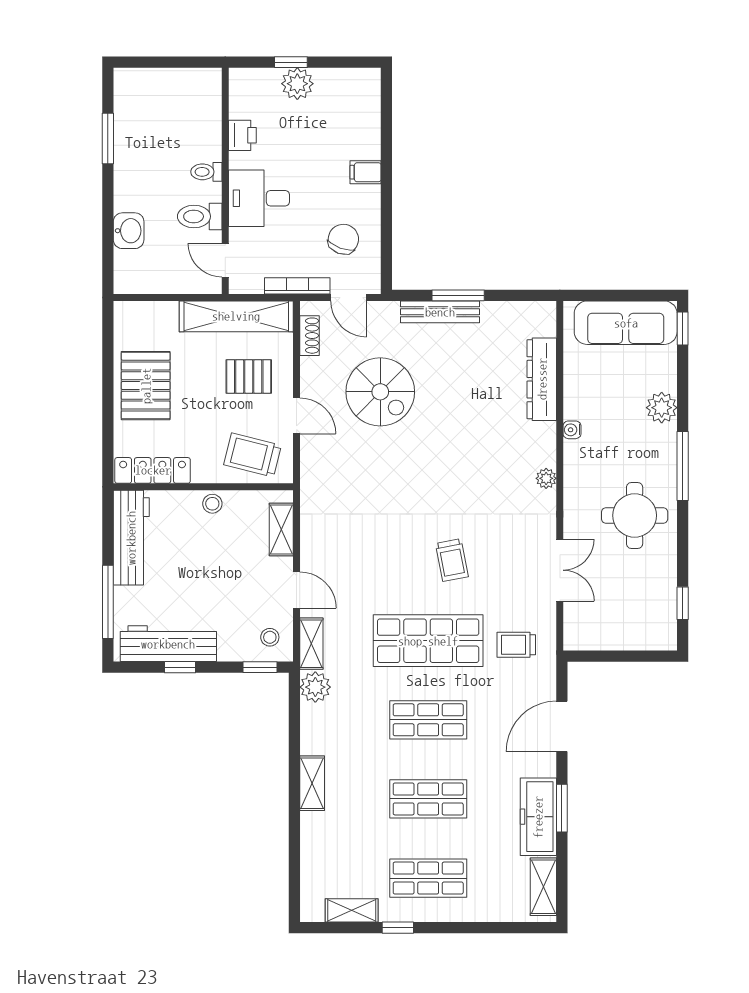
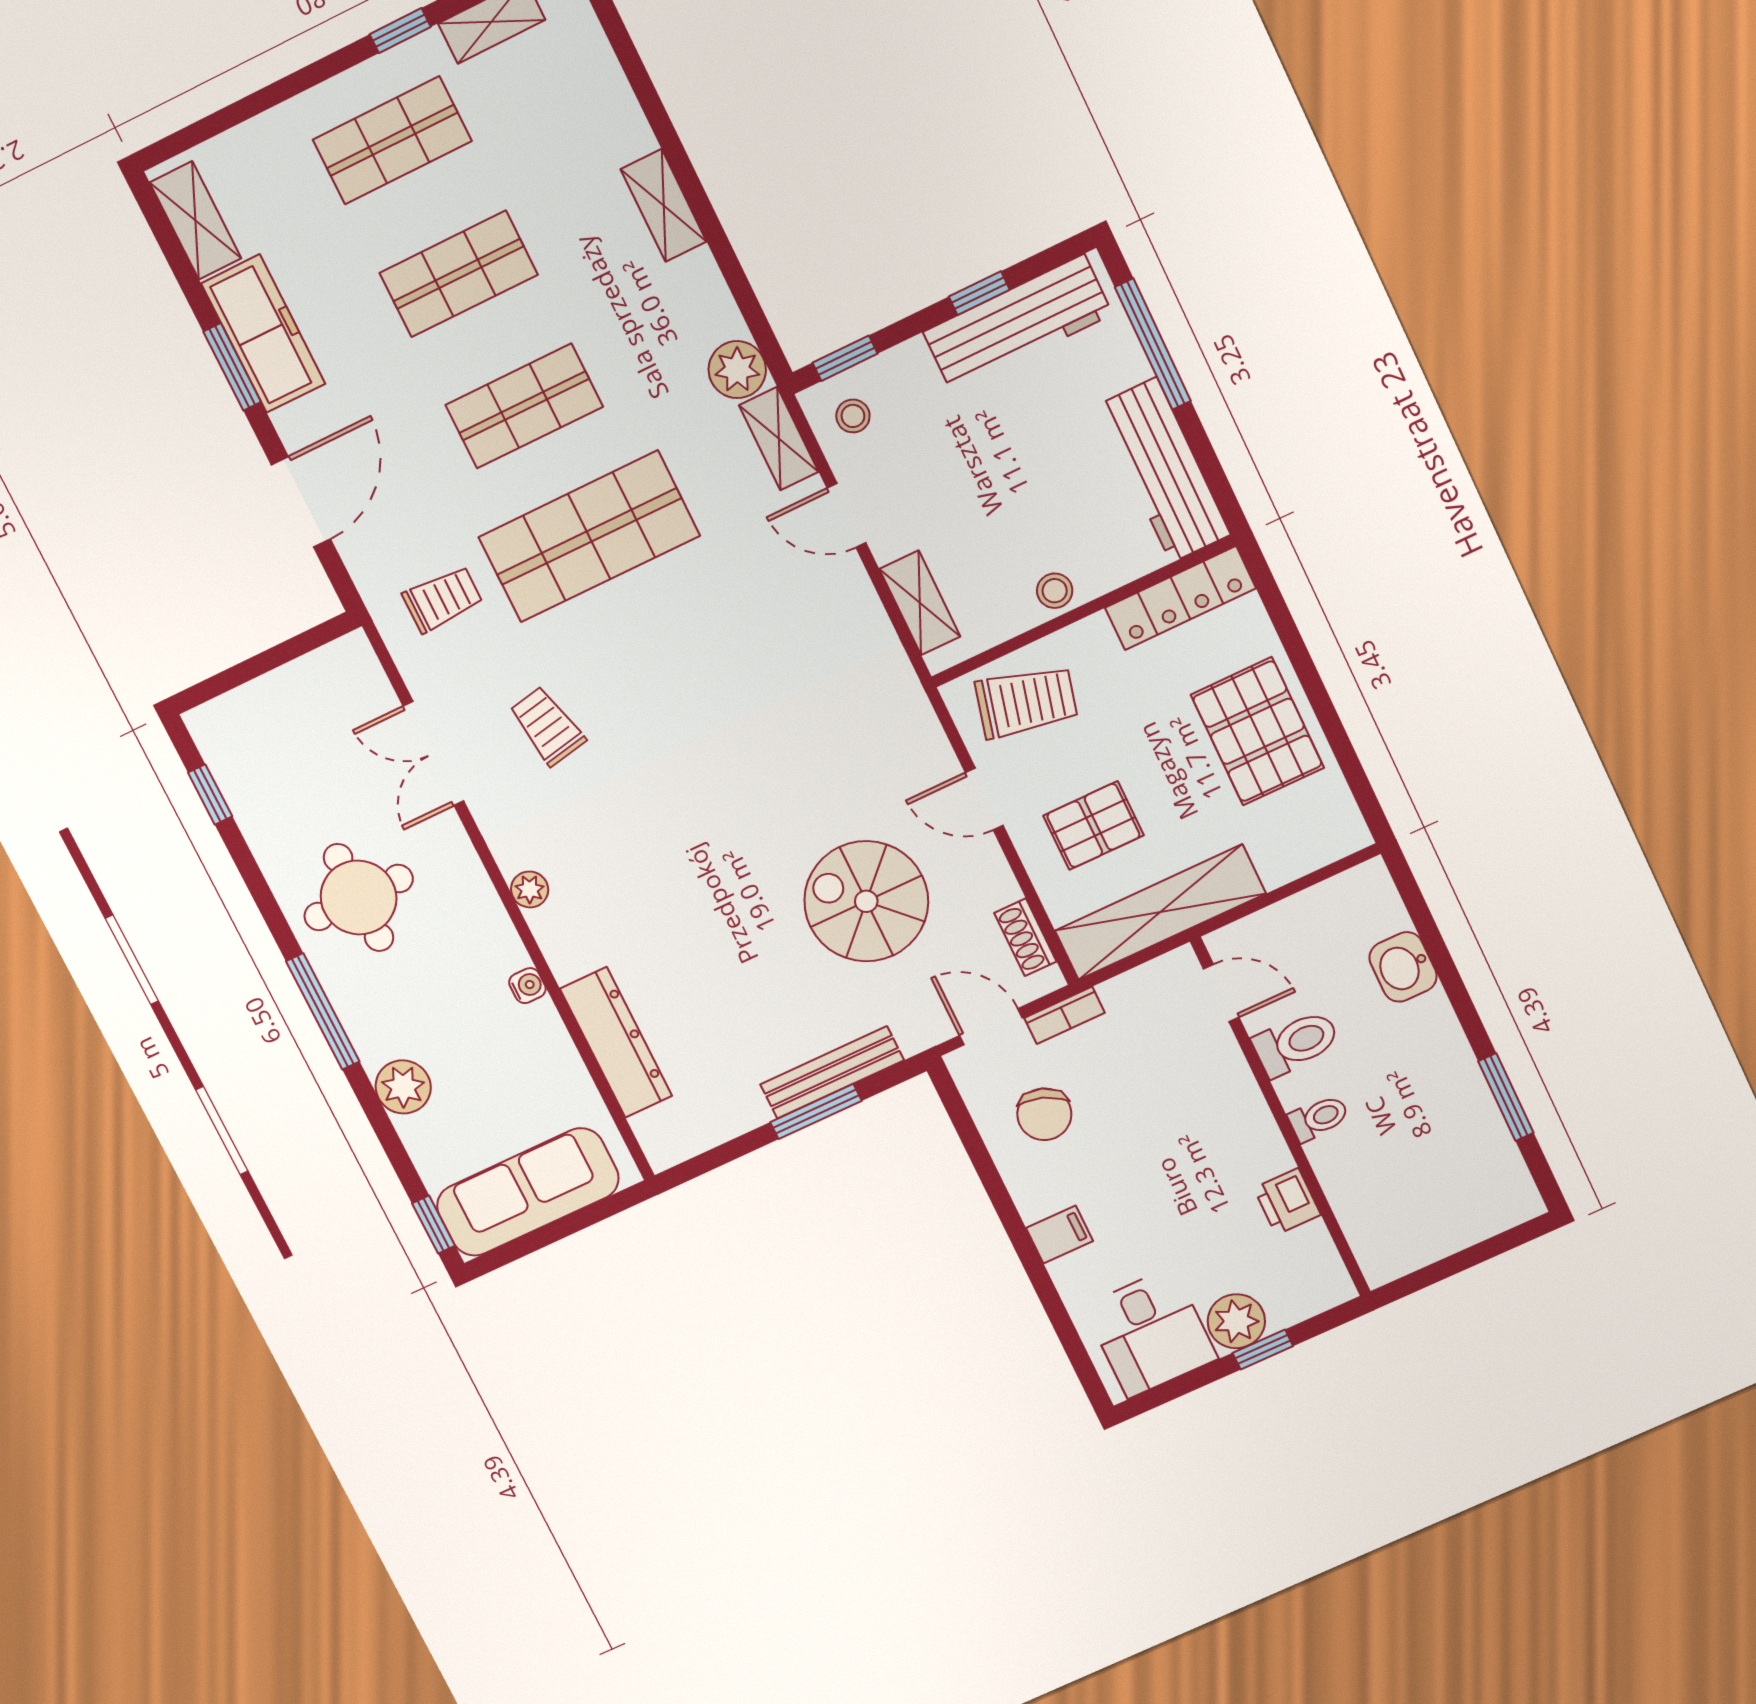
desk: (259, 198) -> (1151, 1333), moved, turned 90
bookcase: (297, 286) -> (1065, 1015), width x0.64
trolley: (452, 560) -> (547, 726), moved

